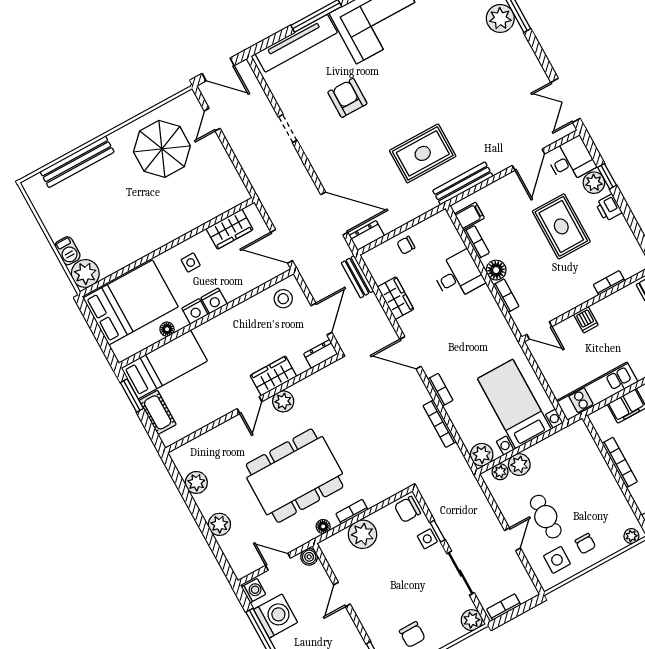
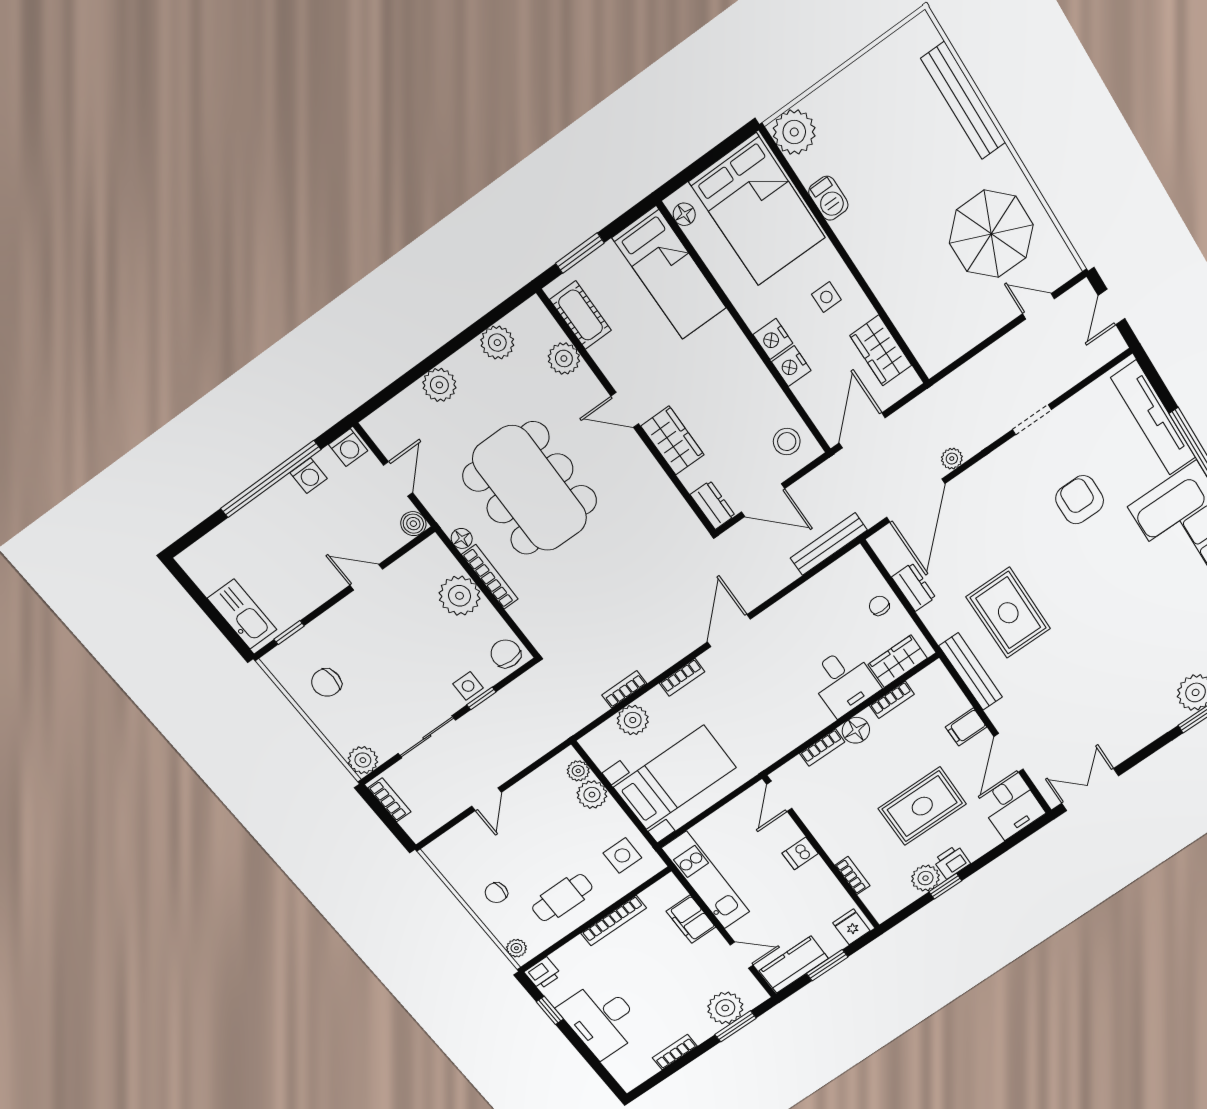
door: (218, 70) -> (1112, 307), width x0.73
armchair: (347, 98) -> (1080, 500), turned -90
door: (528, 160) -> (1009, 753), hinge flipped
window: (607, 176) -> (945, 886), moved
plant: (594, 183) -> (926, 878), moved
plant: (308, 186) -> (952, 459), added
filing cabinet: (469, 216) -> (966, 727), moved, turned 90
dresser: (367, 236) -> (914, 587), moved
barbecue: (68, 251) -> (828, 198), moved, turned -90
bench: (357, 277) -> (829, 544), width x1.36
wardrobe: (396, 298) -> (898, 661), moved, turned 180
nightstand: (195, 311) -> (791, 366), moved
floor lamp: (167, 329) -> (684, 214), moved
window: (132, 396) -> (580, 253), moved
plant: (283, 401) -> (564, 358), moved
cot: (158, 412) -> (581, 315), moved, turned 90
bookcase: (440, 424) -> (624, 689), width x0.64
plant: (482, 455) -> (633, 720), moved
bookcase: (352, 512) -> (490, 577), width x1.56
cafe table: (546, 517) -> (562, 898), moved
door: (513, 539) -> (487, 799), hinge flipped
side table: (557, 560) -> (622, 855), moved
washing machine: (276, 616) -> (309, 476), width x0.53, depth x0.53

